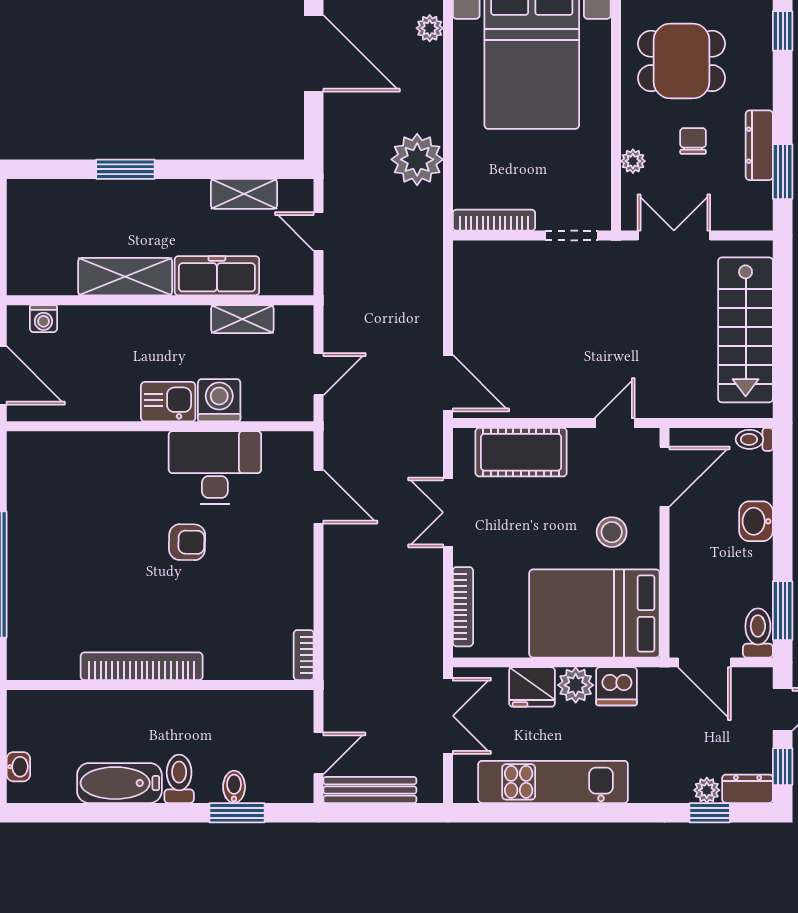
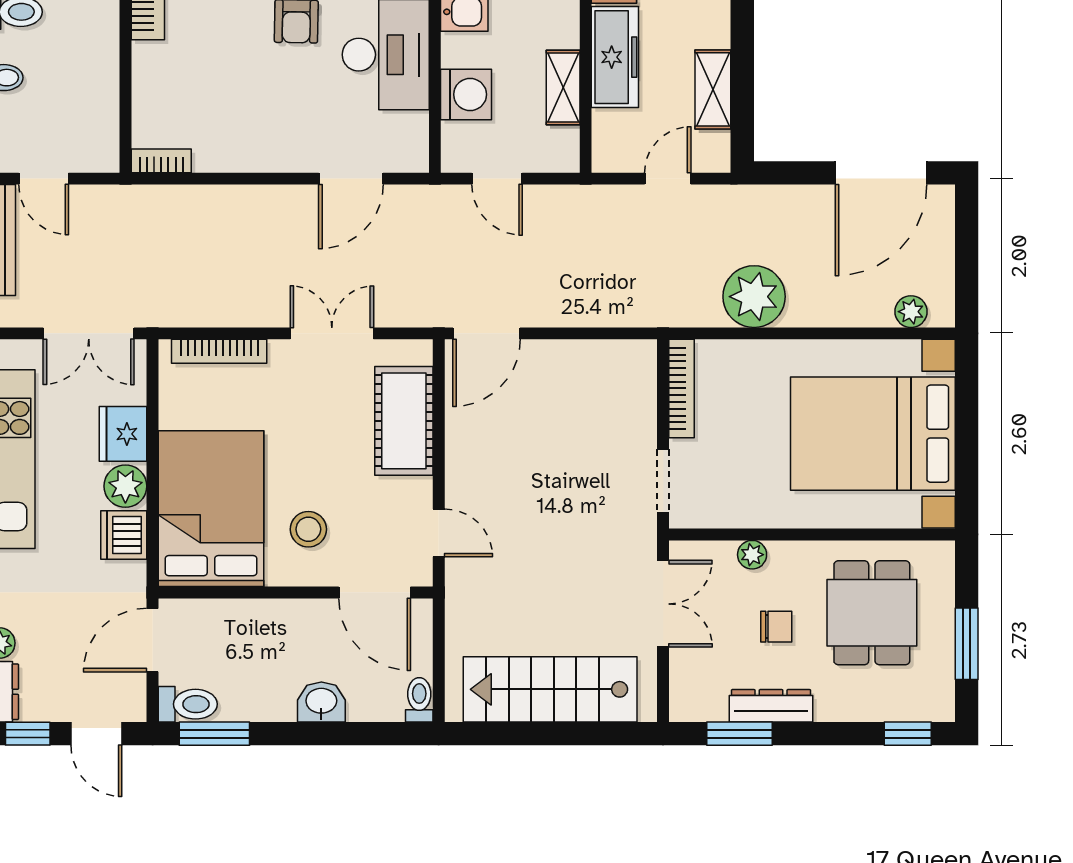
washing machine: (219, 400) -> (466, 94), moved

